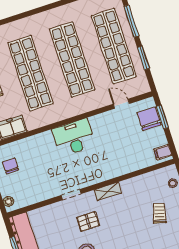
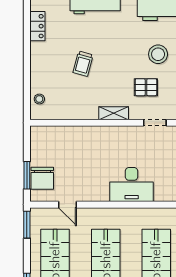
window: (143, 58) -> (27, 225), moved
filing cabinet: (163, 152) -> (39, 136), removed
trolley: (159, 213) -> (83, 64), moved

